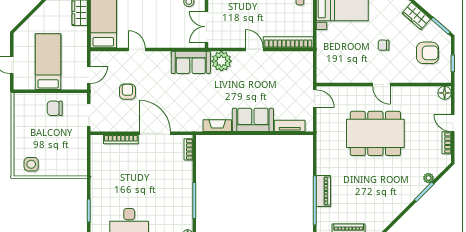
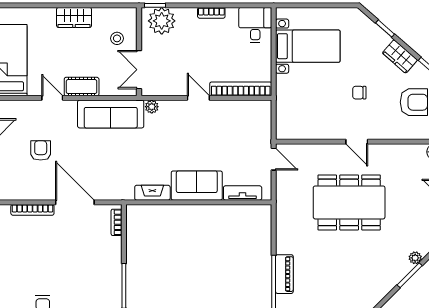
cot: (160, 40) -> (82, 87), added
plant: (221, 61) -> (152, 107), width x0.53, depth x0.53
sofa: (191, 62) -> (111, 114), width x1.36

